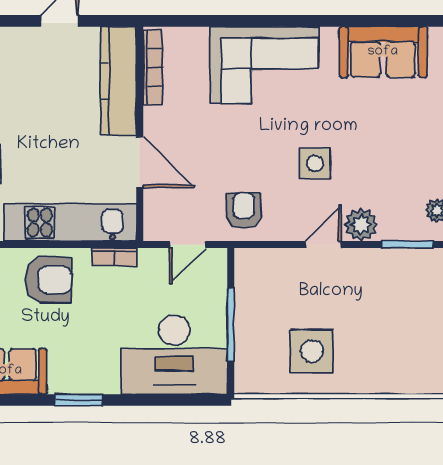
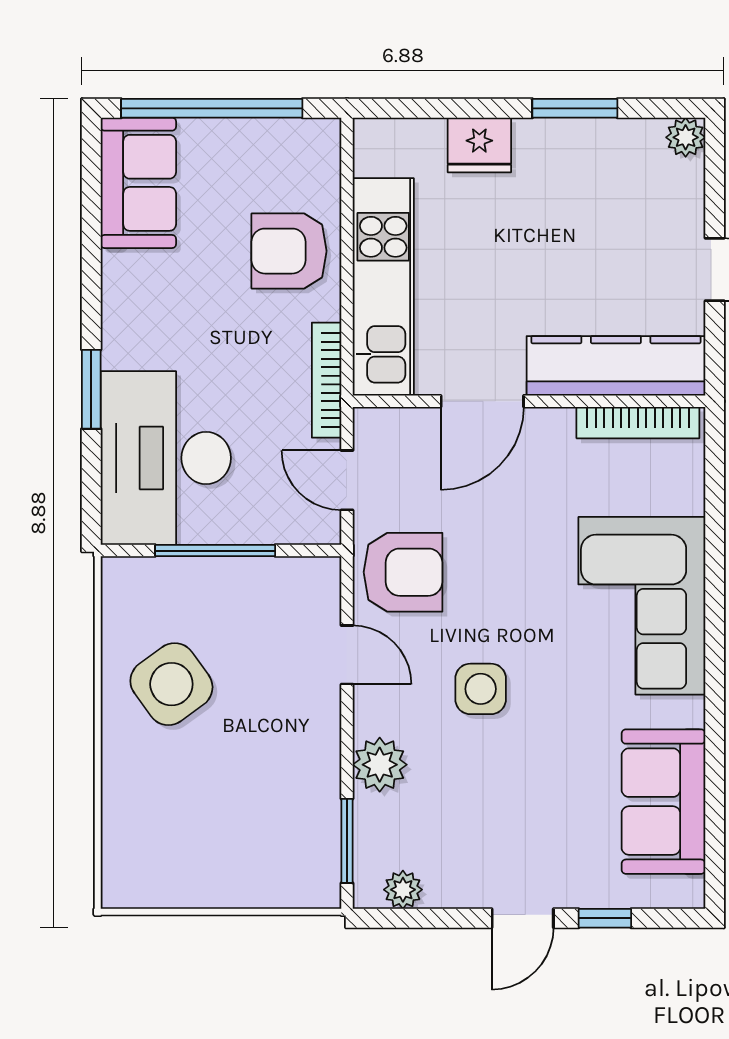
armchair: (244, 210) -> (403, 572), width x1.38, depth x1.38
door: (323, 245) -> (347, 655), moved
bookcase: (114, 257) -> (327, 380), width x1.56
armchair: (48, 280) -> (289, 251), turned 90
side table: (312, 351) -> (171, 684), turned -36
window: (79, 400) -> (91, 389), moved

